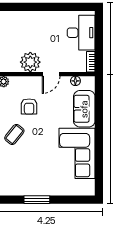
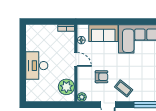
desk: (81, 33) -> (37, 66), moved, turned -90
plant: (30, 62) -> (66, 87), moved

